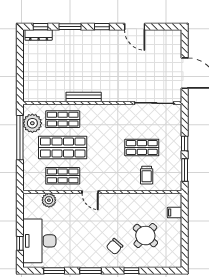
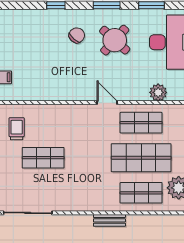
bench: (84, 97) -> (109, 220), width x0.73
trolley: (147, 175) -> (17, 129), moved
round table: (145, 236) -> (115, 40), moved

